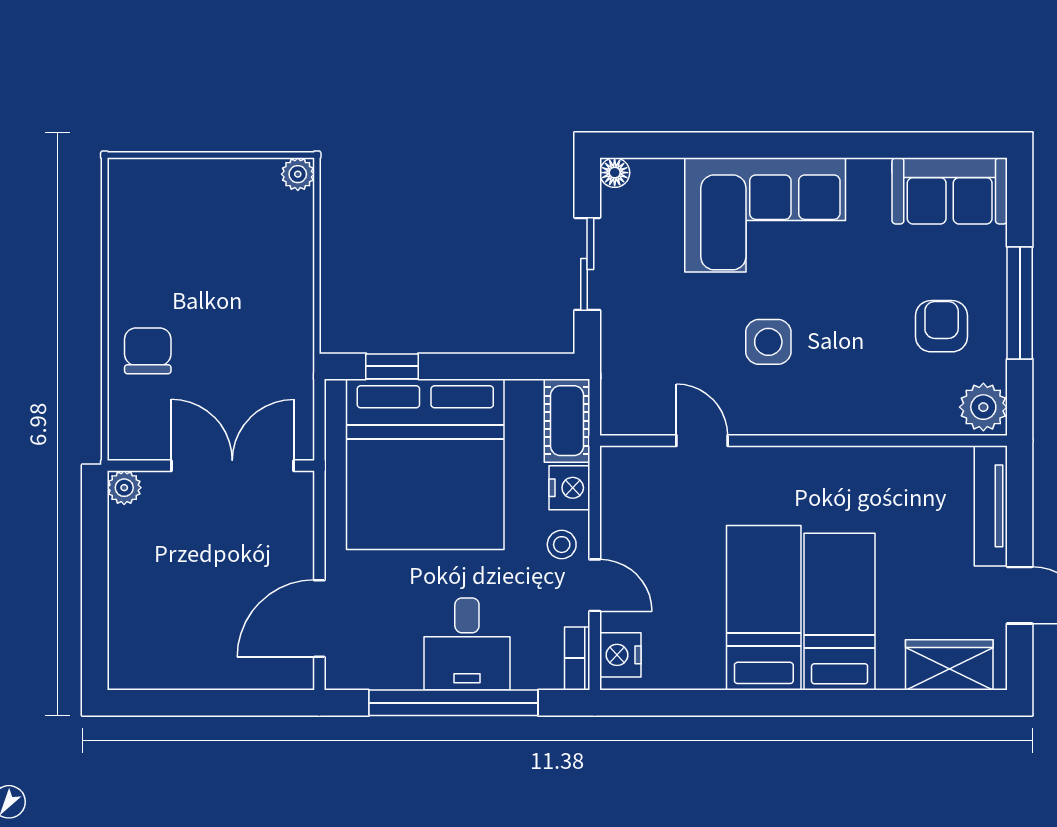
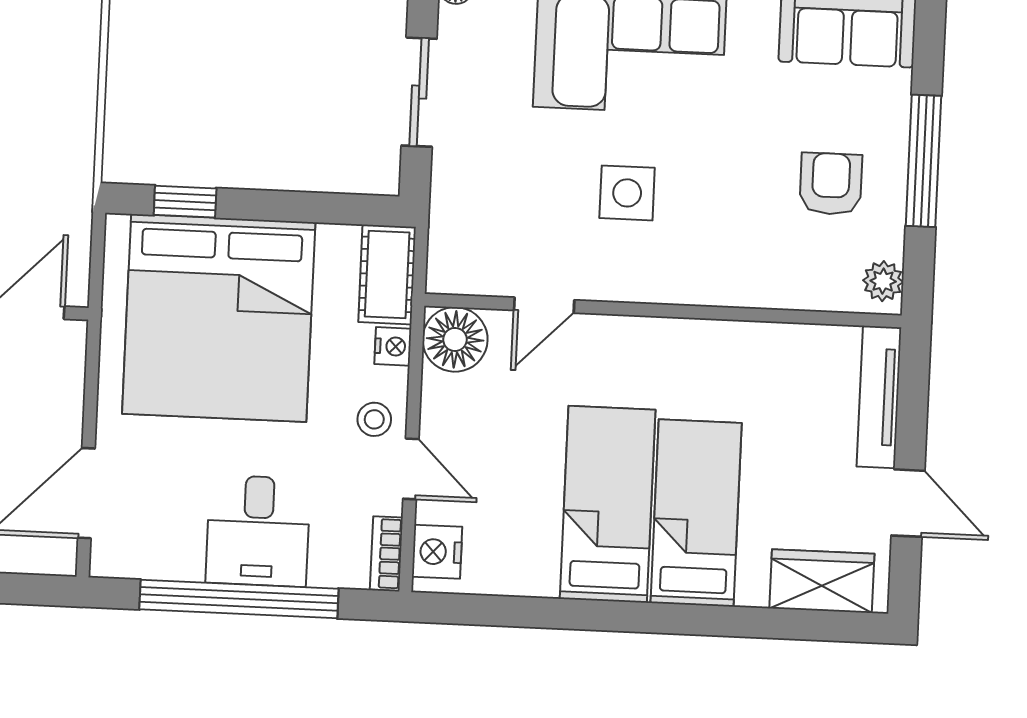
plant: (983, 407) -> (883, 281), width x0.73, depth x0.73
door: (702, 441) -> (544, 305), swing flipped
floor lamp: (627, 473) -> (455, 339), added
nightstand: (569, 488) -> (393, 346), width x0.72, depth x0.74

